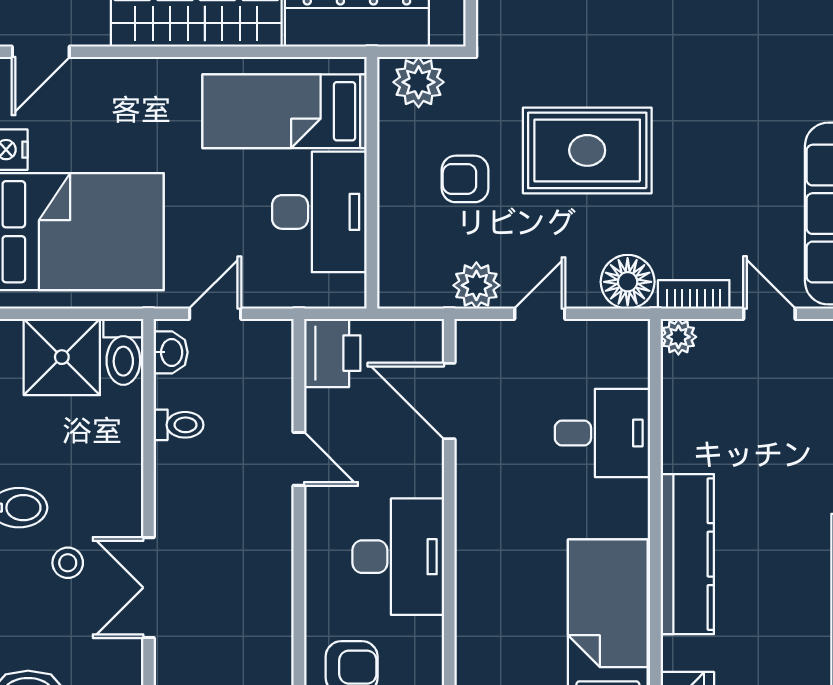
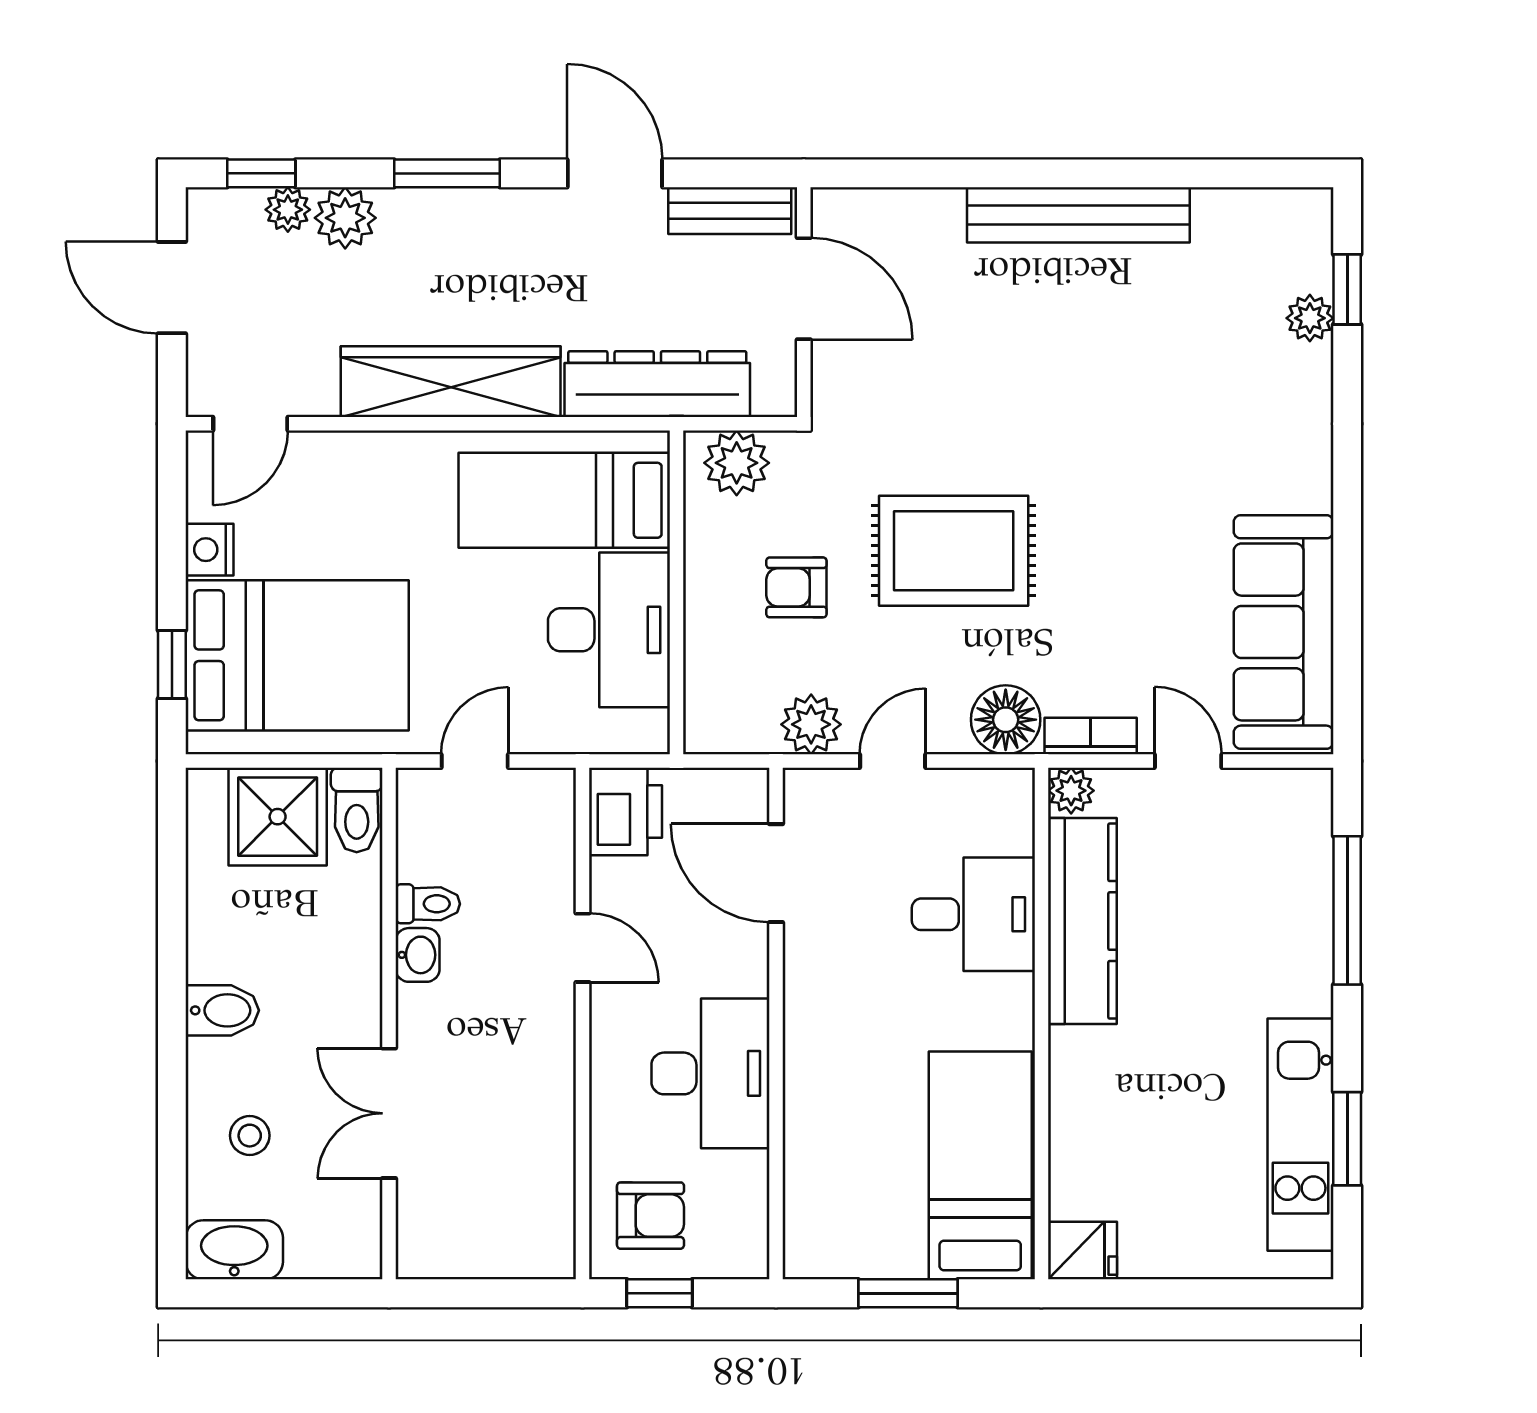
washbasin: (171, 352) -> (418, 955), moved
kitchen counter: (687, 554) -> (1082, 921), moved
stool: (68, 563) -> (250, 1136), moved

